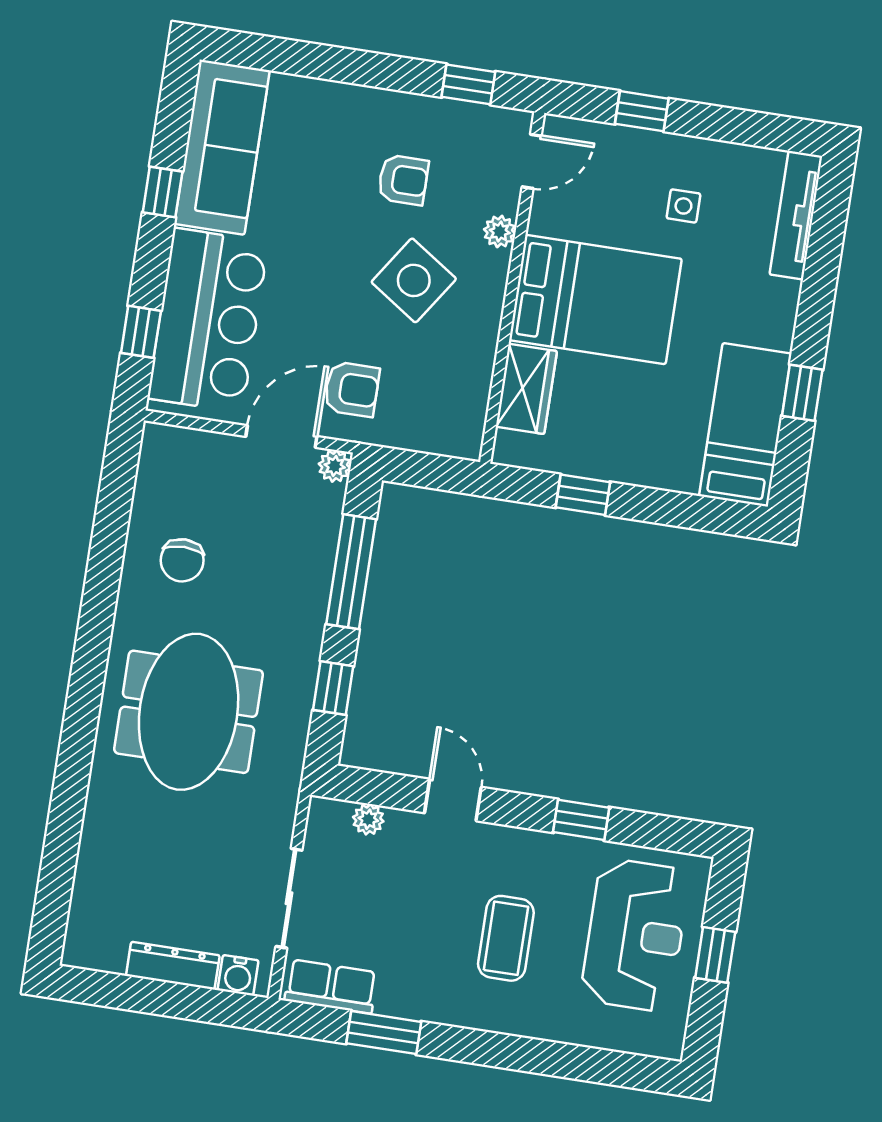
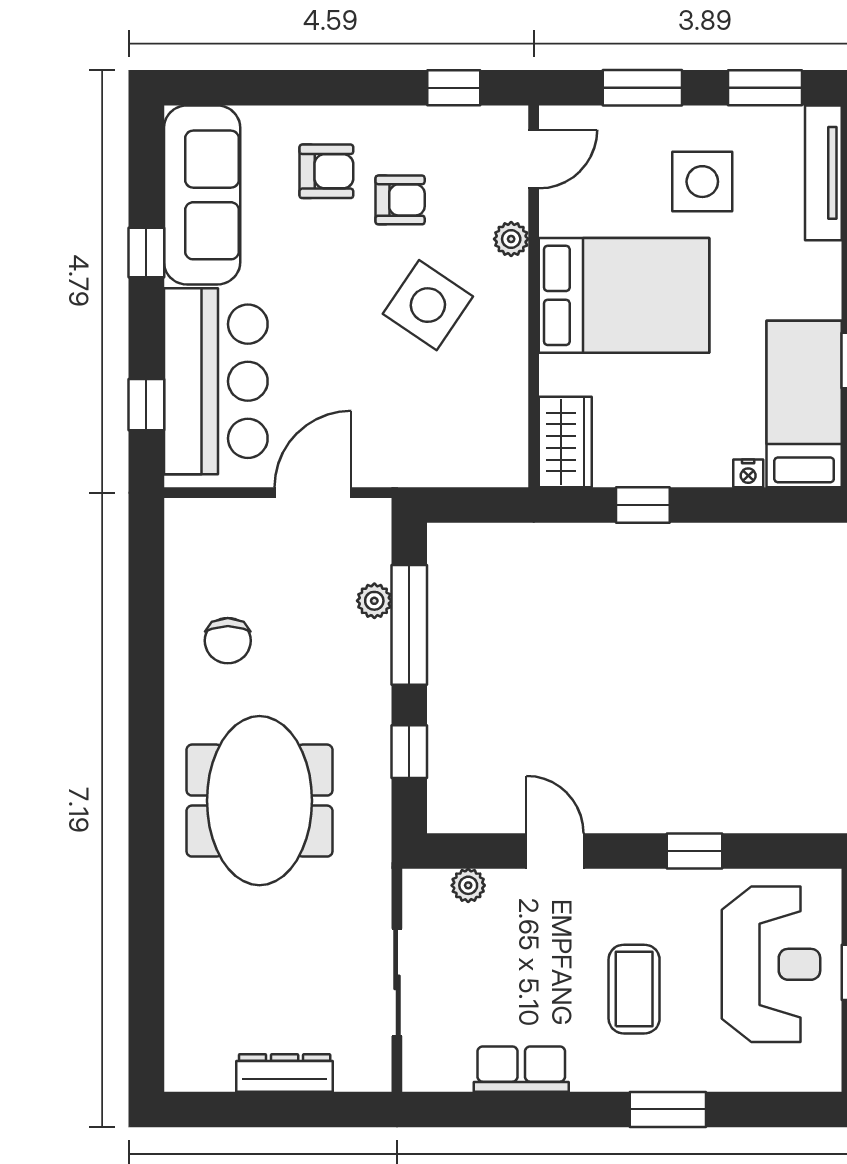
window: (642, 111) -> (642, 88), width x1.50
window: (754, 129) -> (765, 88), added
side table: (683, 206) -> (702, 182), width x1.87, depth x1.87
armchair: (352, 389) -> (326, 171), moved
wardrobe: (526, 389) -> (565, 442), moved
plant: (335, 466) -> (374, 601), moved
nightstand: (684, 481) -> (748, 473), added
water cooler: (238, 975) -> (355, 1072), removed
row of seats: (331, 986) -> (521, 1069), moved
window: (384, 1033) -> (668, 1109), moved

